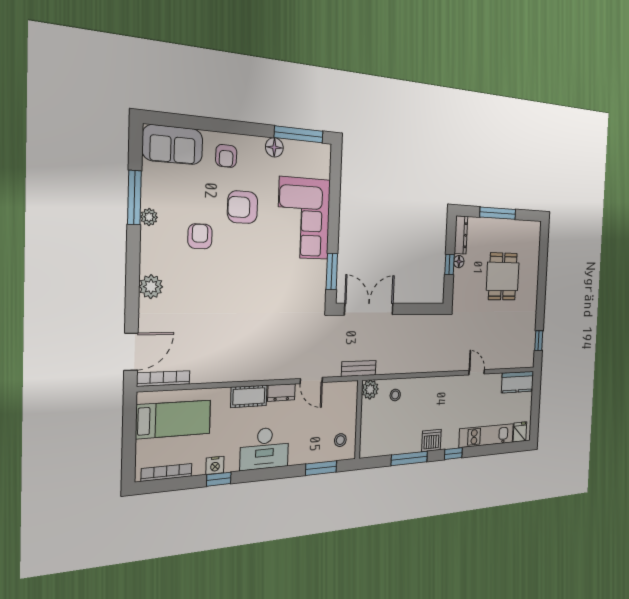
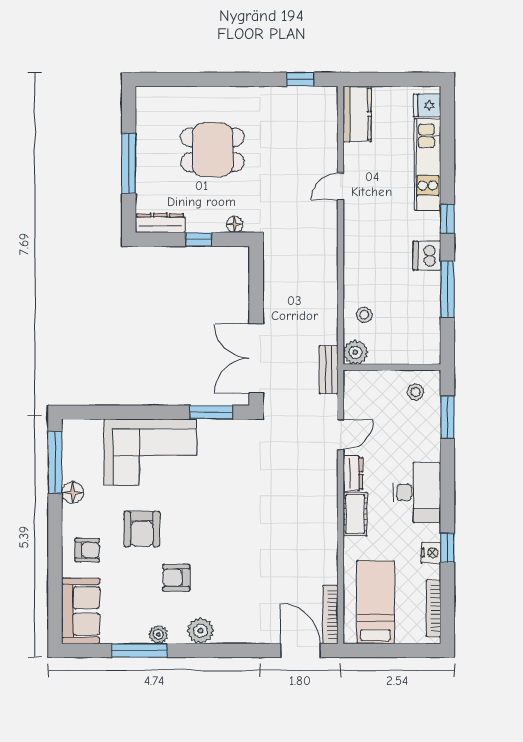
floor lamp: (459, 262) -> (235, 225), moved
plant: (151, 287) -> (201, 631), moved

